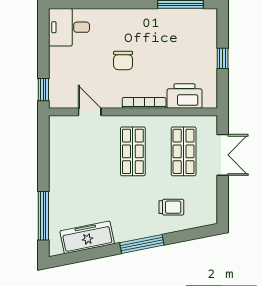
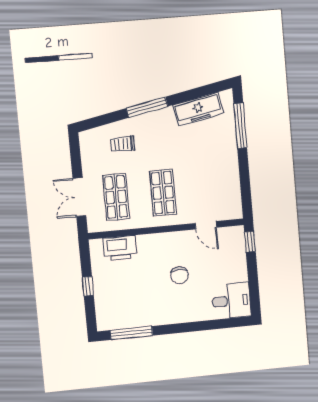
chair: (123, 60) -> (179, 275), turned 180
bookcase: (144, 103) -> (157, 238), removed

